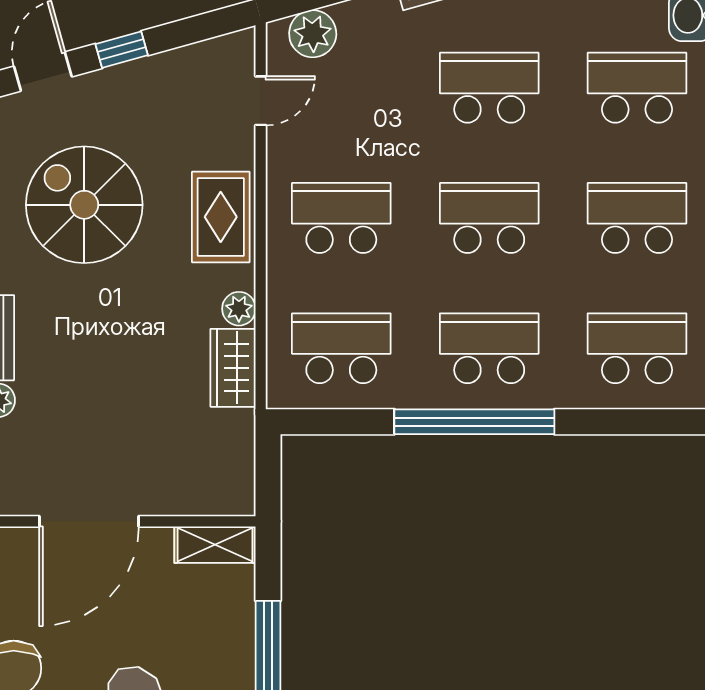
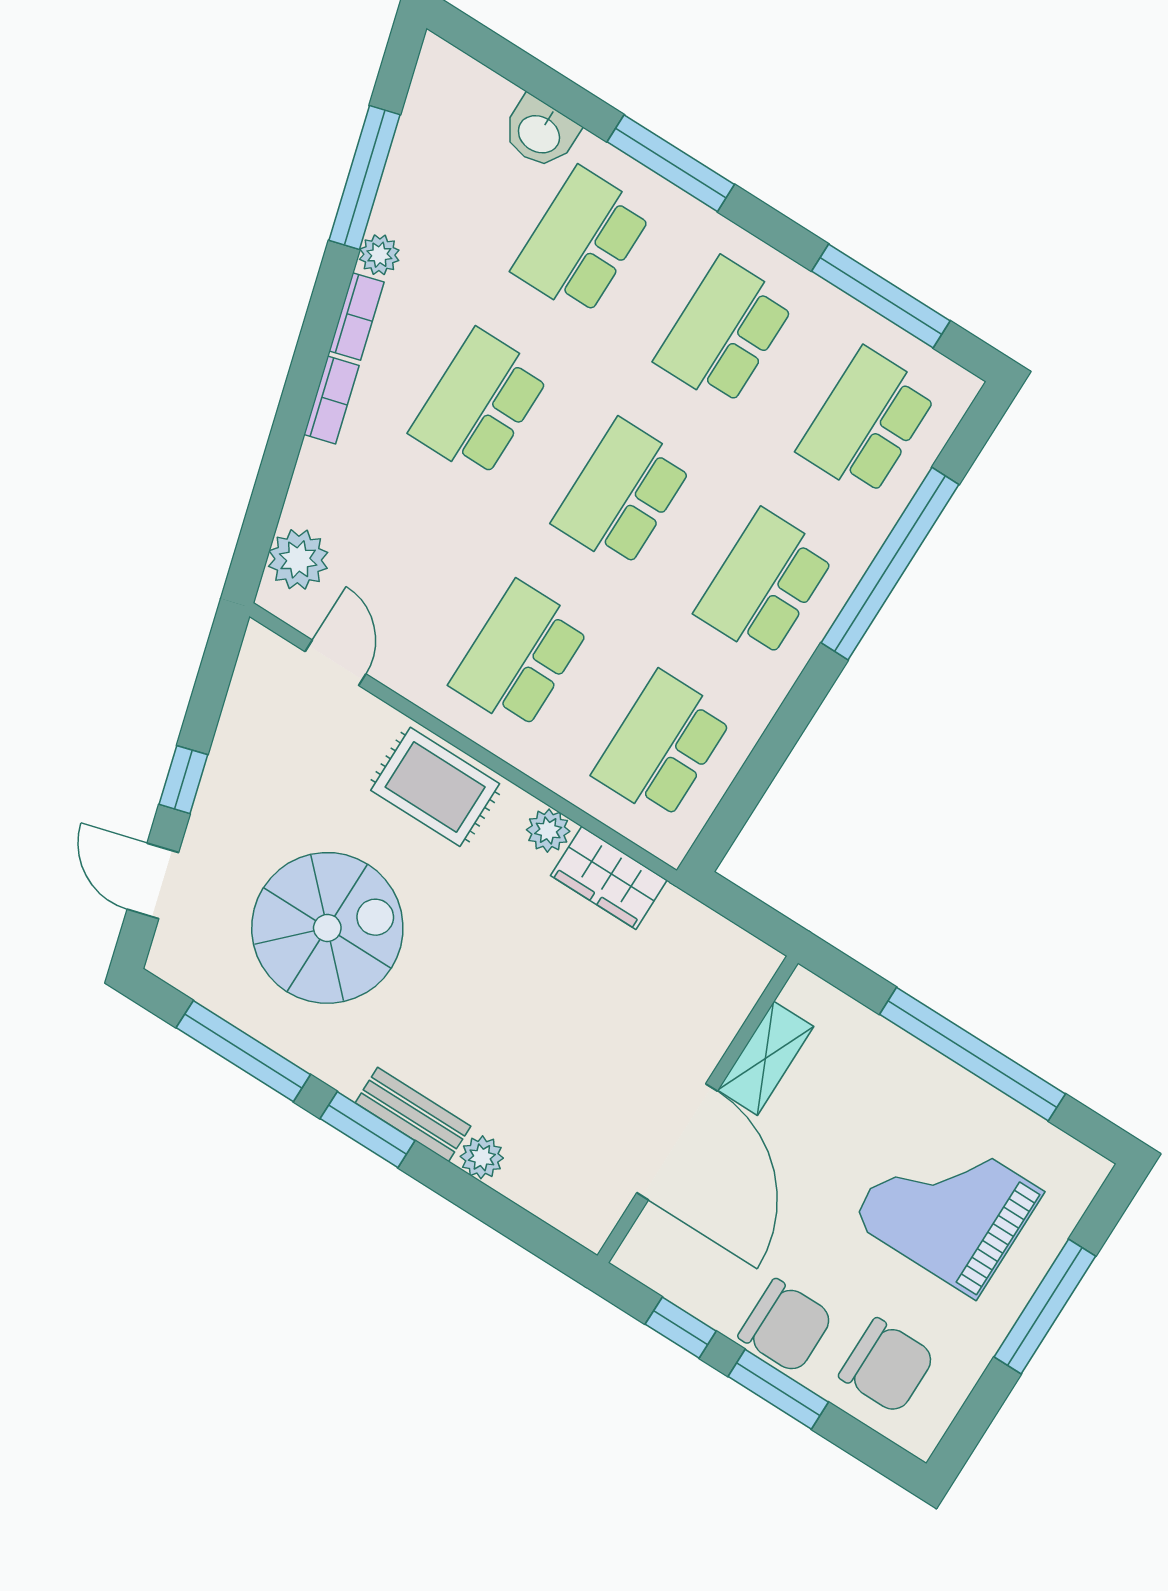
spiral stairs: (84, 205) -> (327, 928), turned 180
window: (474, 422) -> (890, 564), moved
shelving: (215, 545) -> (766, 1058), moved

